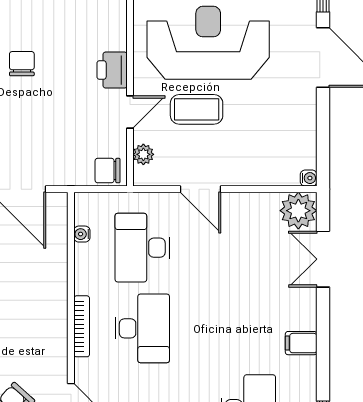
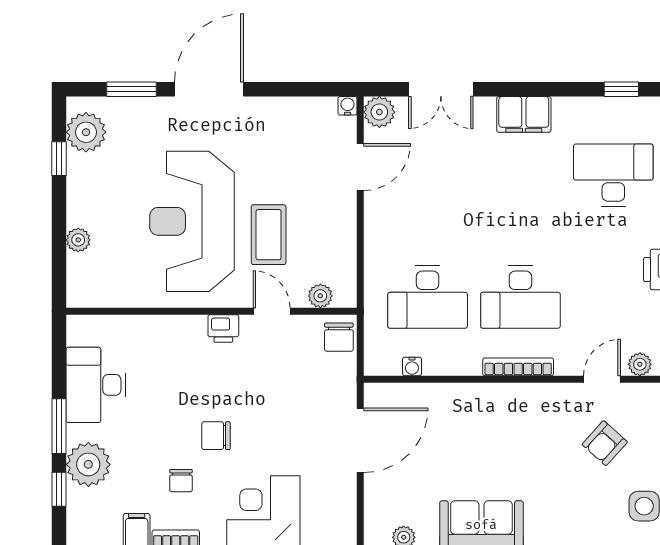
printer: (112, 70) -> (223, 329), width x0.73, depth x0.81
door: (200, 189) -> (360, 167), moved
plant: (298, 211) -> (379, 112), width x0.73, depth x0.73
desk: (142, 328) -> (520, 297), turned 180
filing cabinet: (301, 343) -> (524, 114), width x2.00

